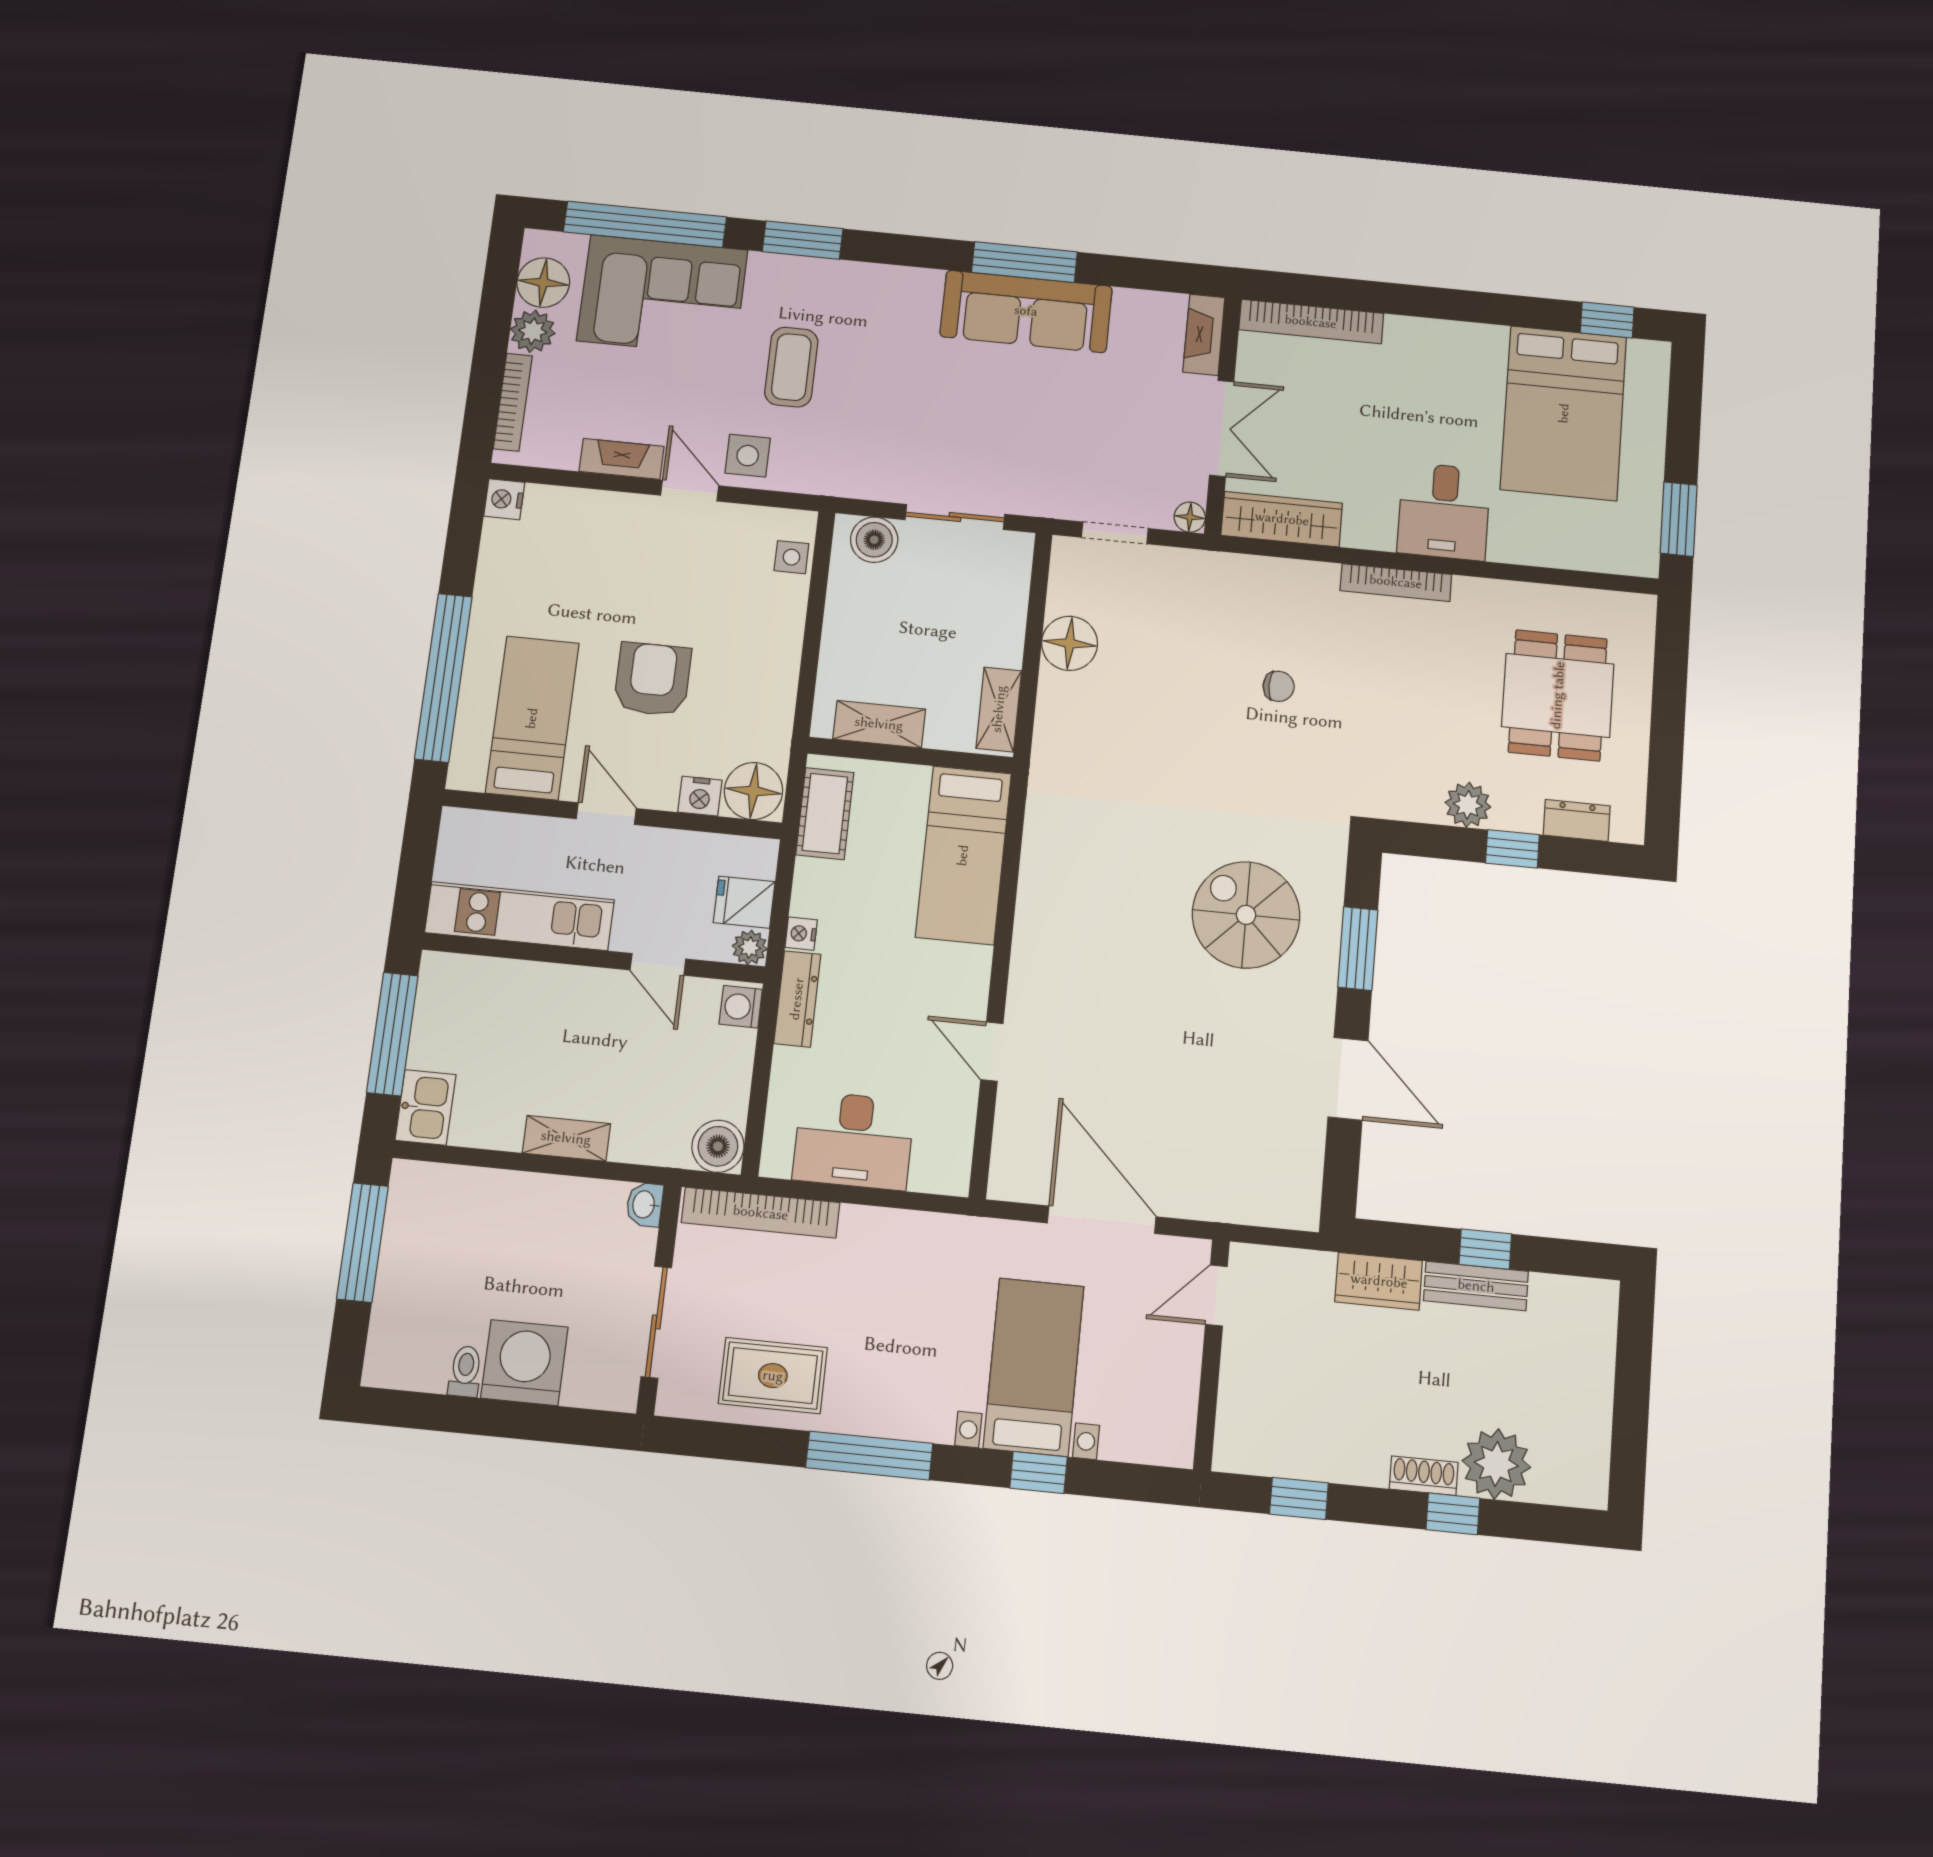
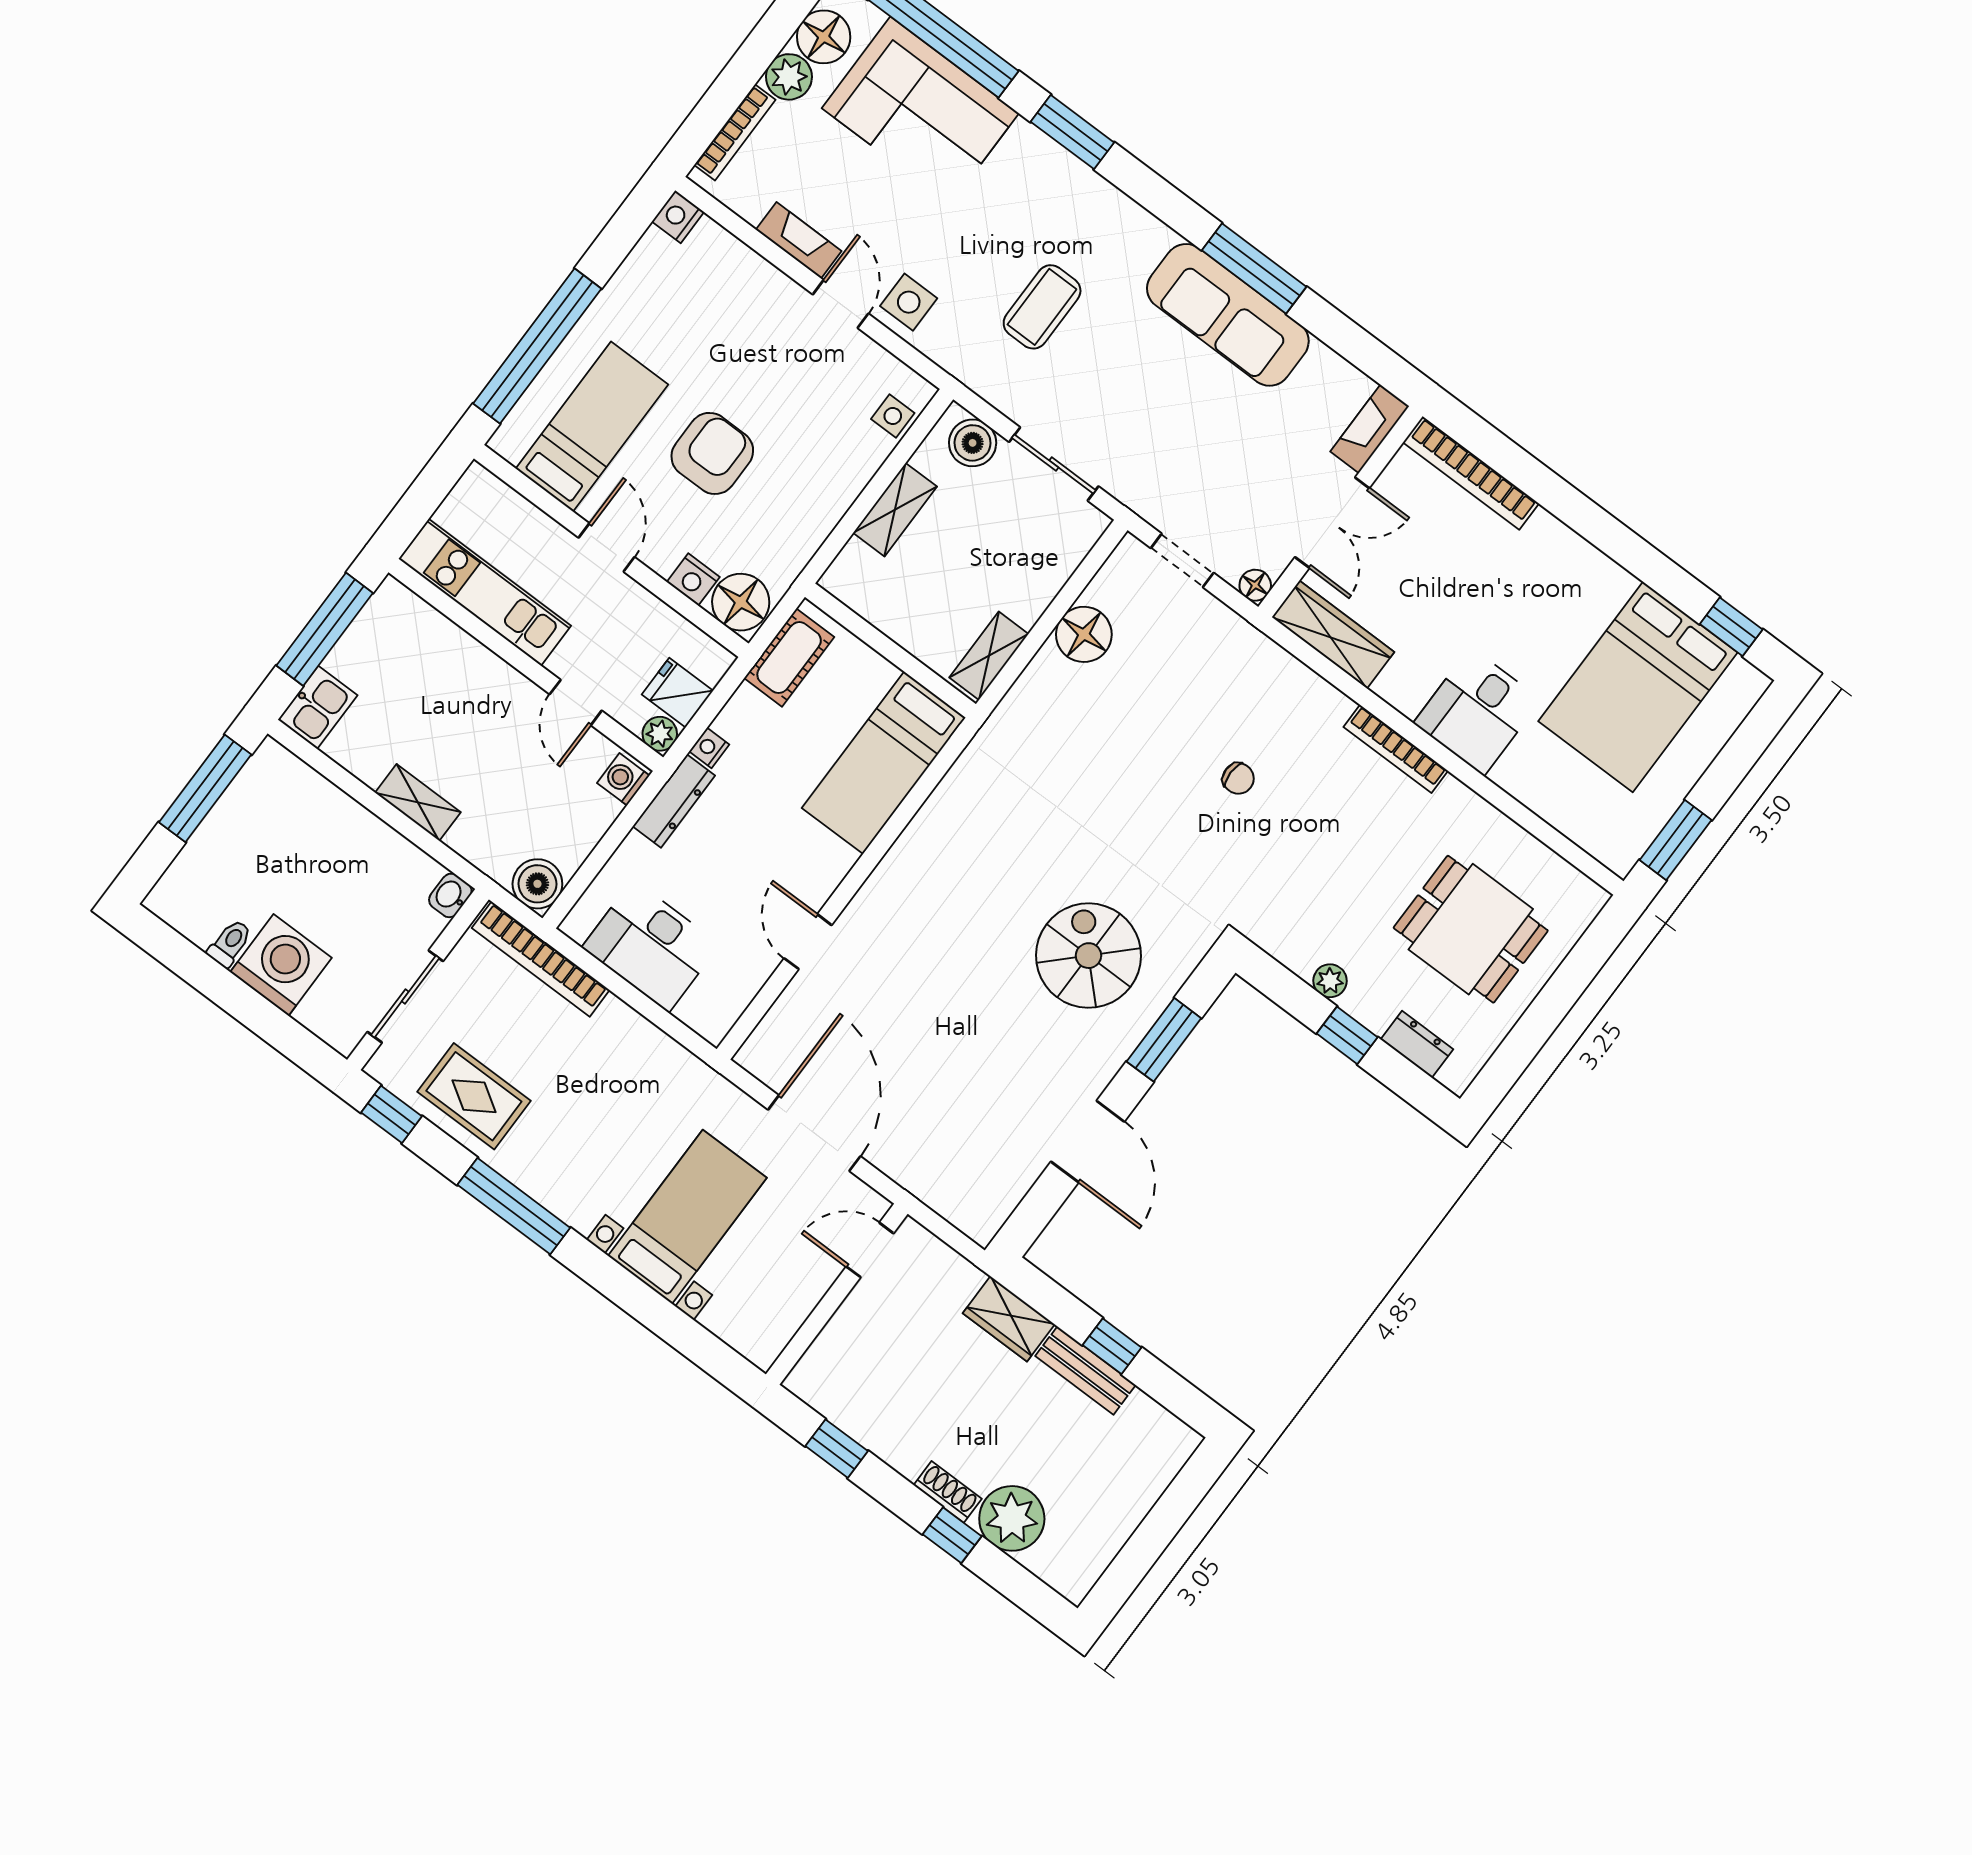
coffee table: (791, 367) -> (1042, 307), moved
dining table: (1558, 695) -> (1471, 929), turned 90
shelving: (879, 724) -> (895, 510), moved, turned 90
plant: (1468, 805) -> (1330, 981), width x0.73, depth x0.73
window: (1038, 1472) -> (392, 1114), moved

